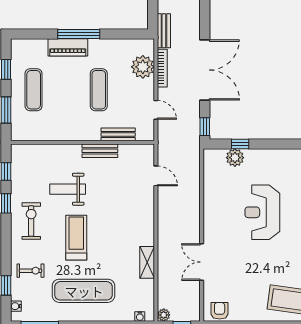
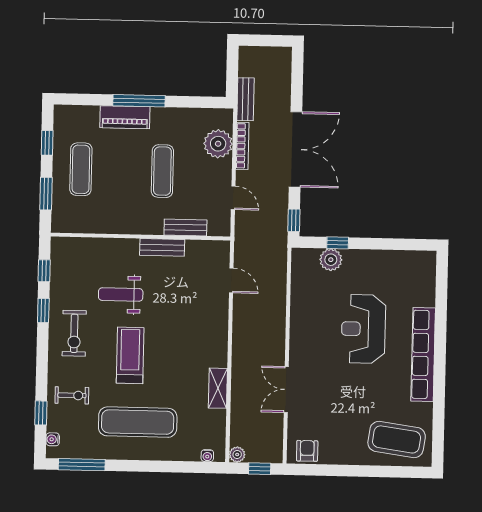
exercise bike: (31, 221) -> (74, 333), turned 180

